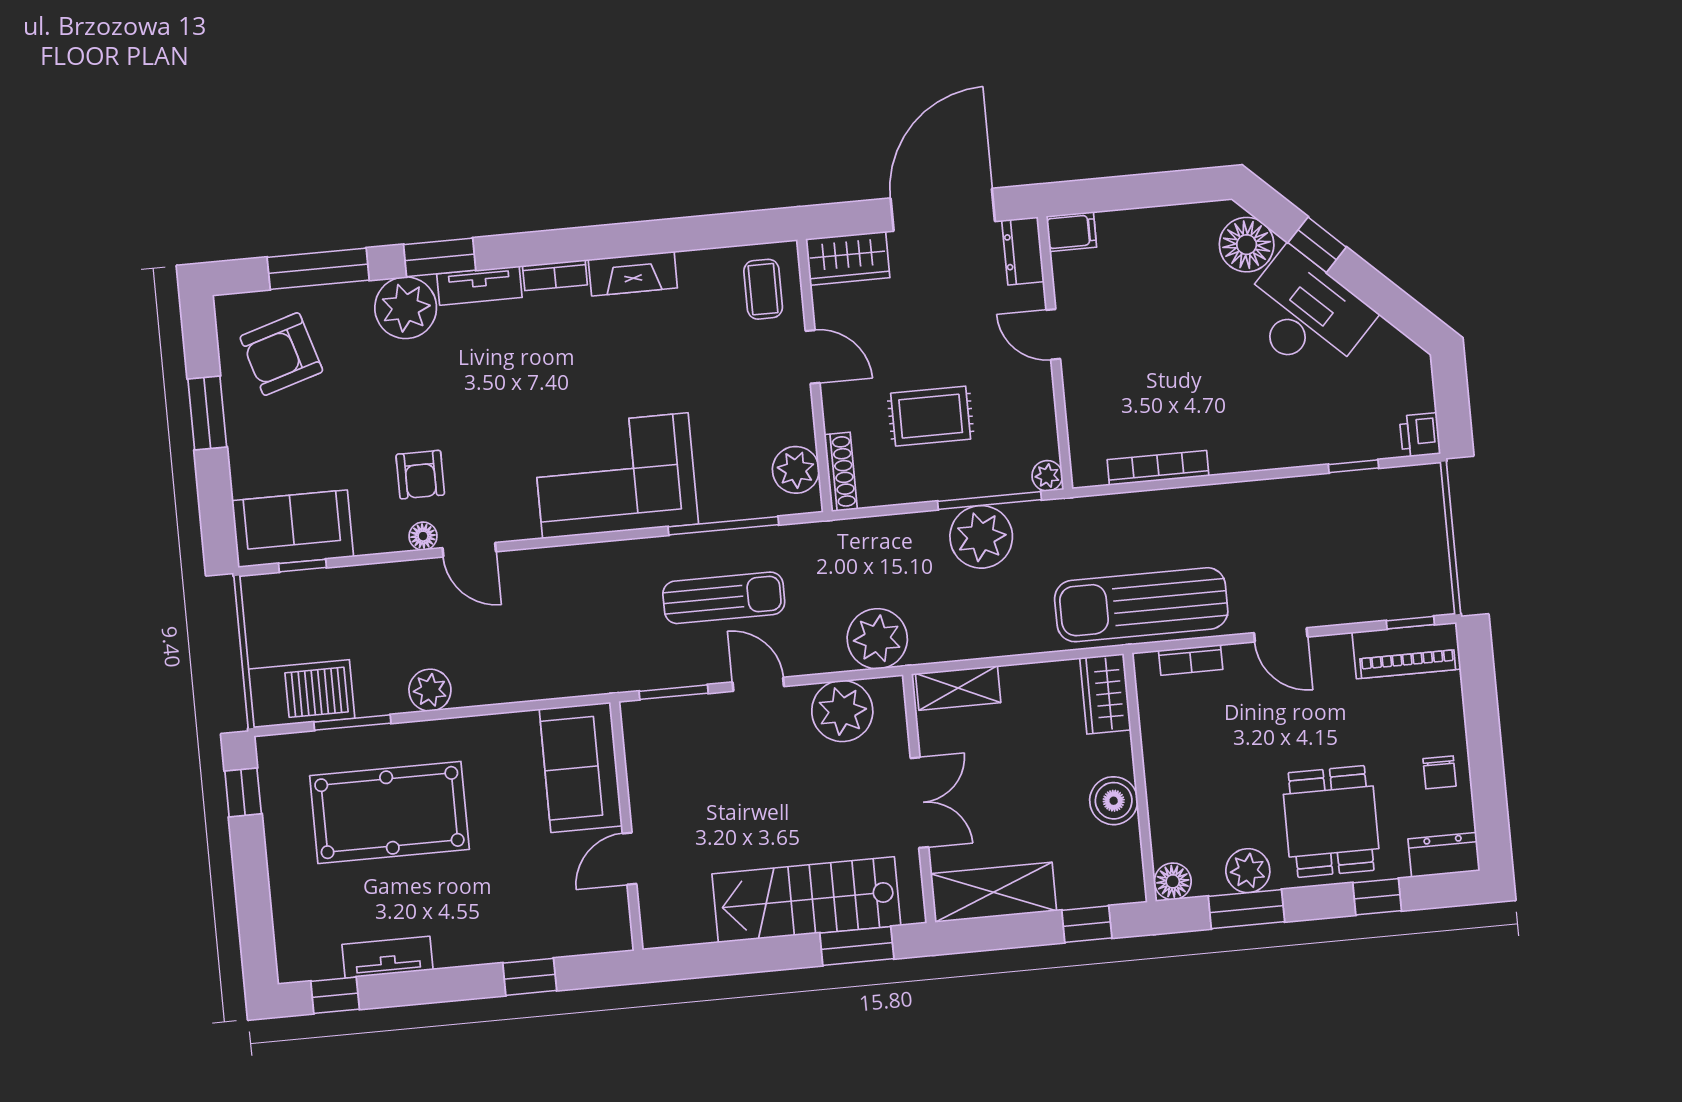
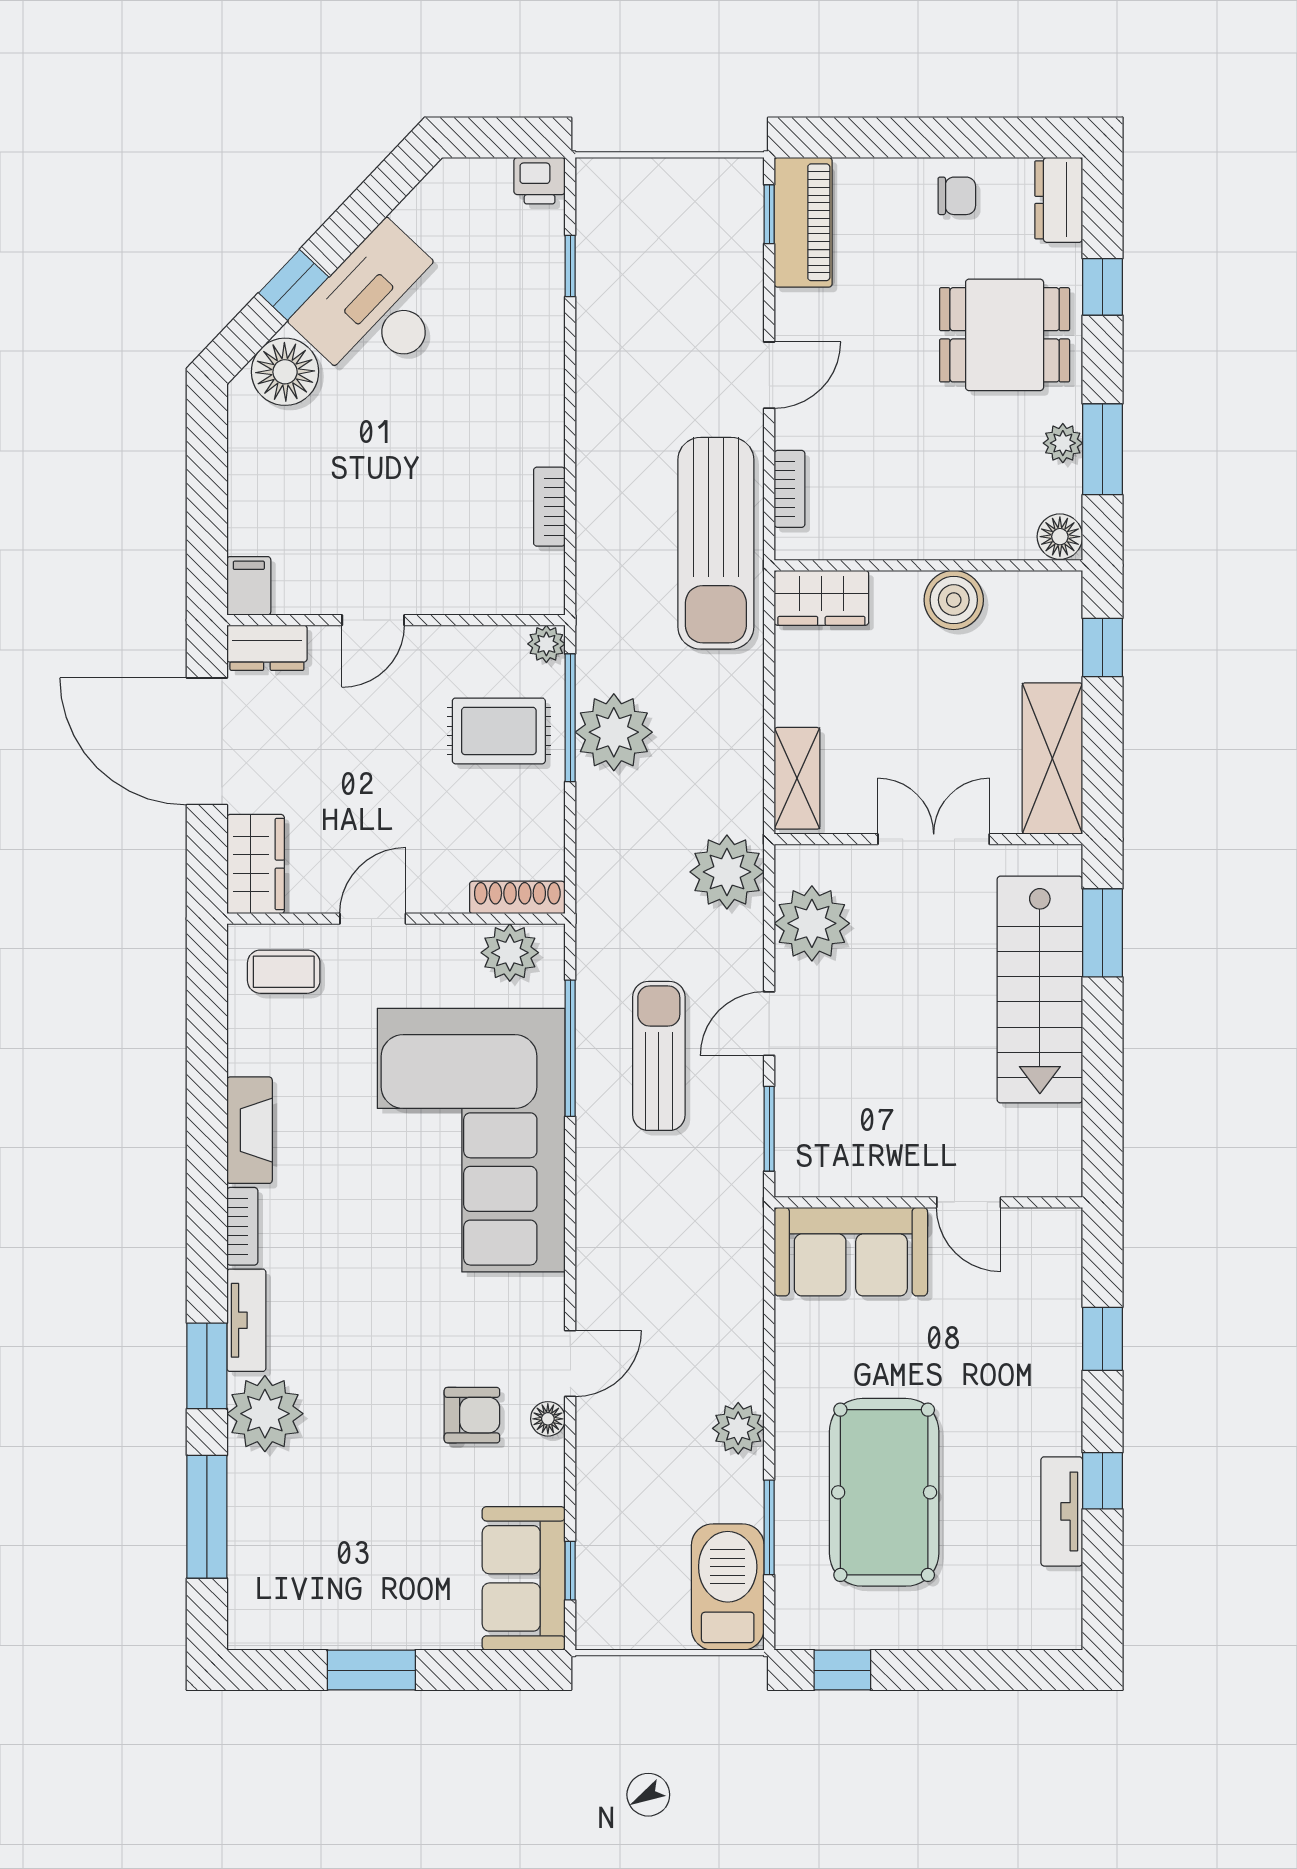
armchair: (281, 354) -> (307, 1572), removed
rug: (931, 416) -> (499, 731), moved, turned 90
bookcase: (1158, 468) -> (549, 507), width x0.64
corner sofa: (615, 476) -> (471, 1140), width x1.36, depth x1.36
plant: (1248, 871) -> (1063, 443), width x0.73, depth x0.73
window: (335, 995) -> (1103, 1481), moved

